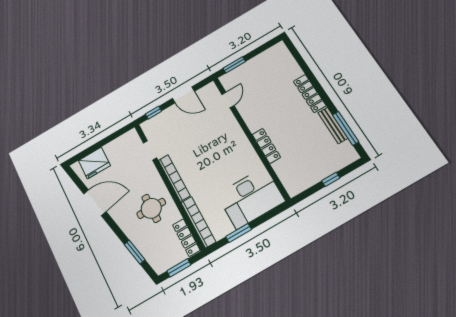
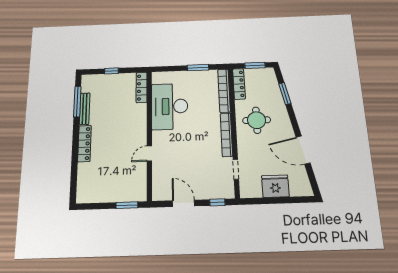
door: (228, 100) -> (149, 153), moved
locker: (266, 146) -> (142, 87), moved
fridge: (94, 163) -> (275, 186), moved
desk: (251, 198) -> (170, 106), moved, turned -90

